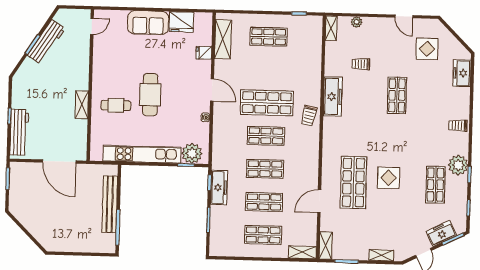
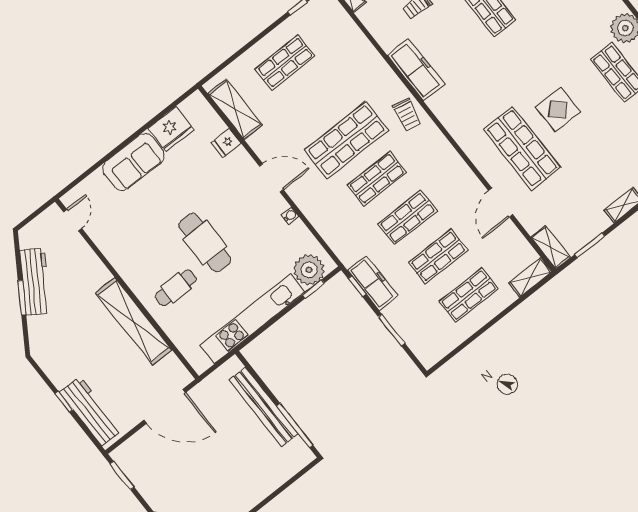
shelving: (82, 105) -> (134, 321), width x2.20, depth x1.33

